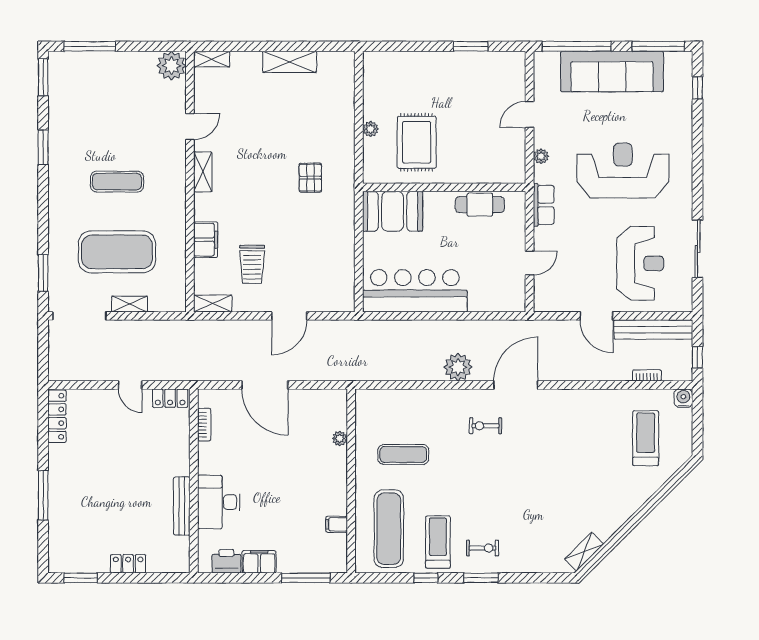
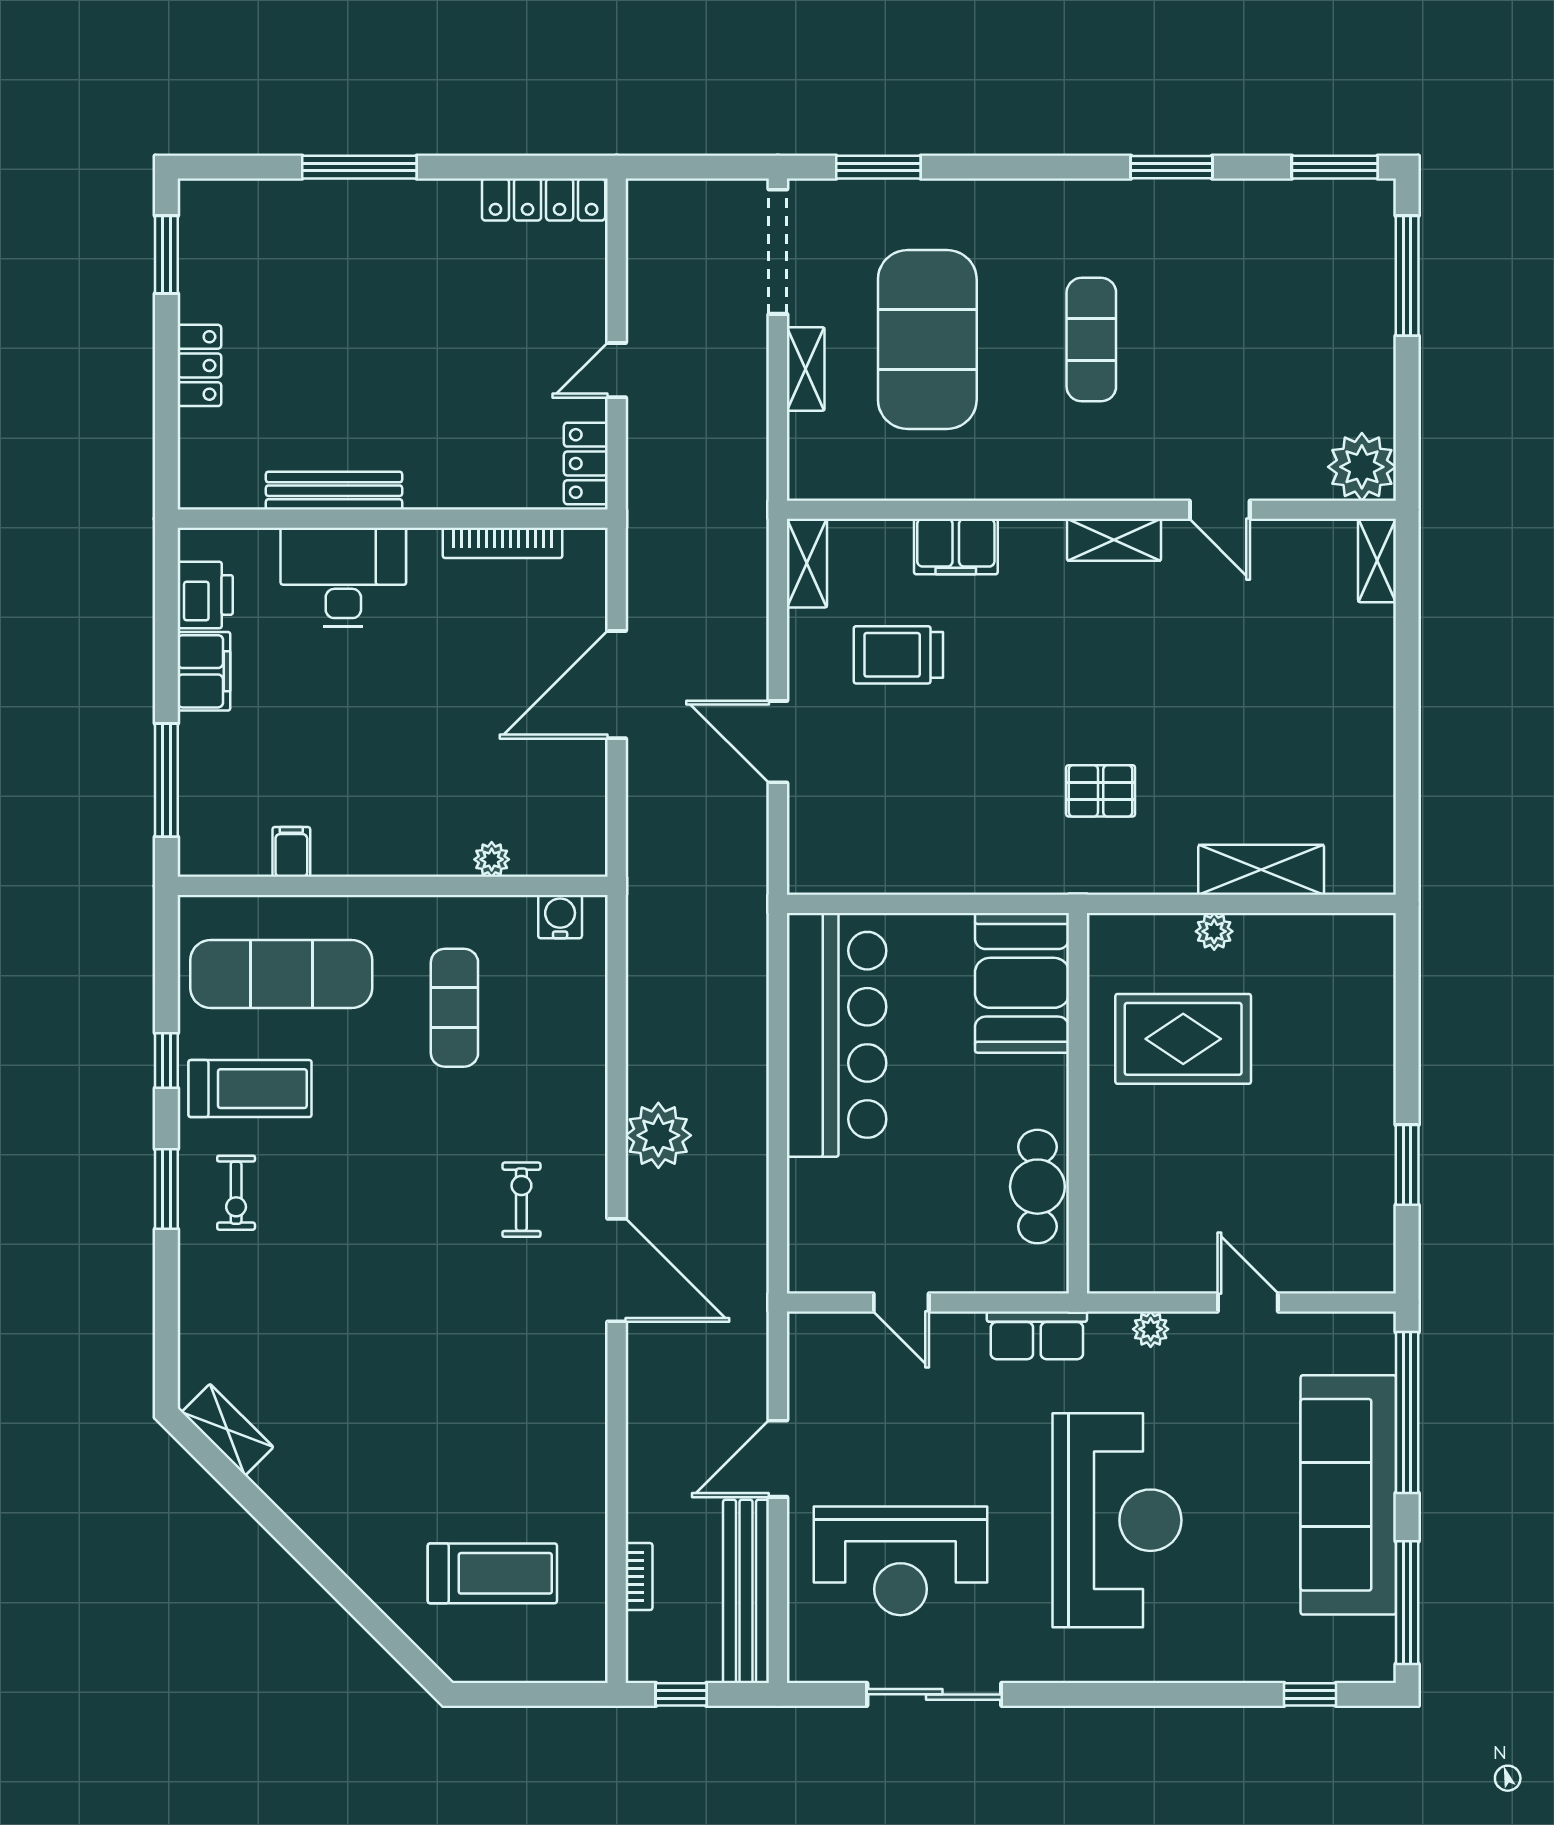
shelving: (290, 62) -> (1261, 870), moved, turned 90
water cooler: (683, 398) -> (560, 917), moved, turned -90
bookcase: (204, 425) -> (503, 543), width x1.56

